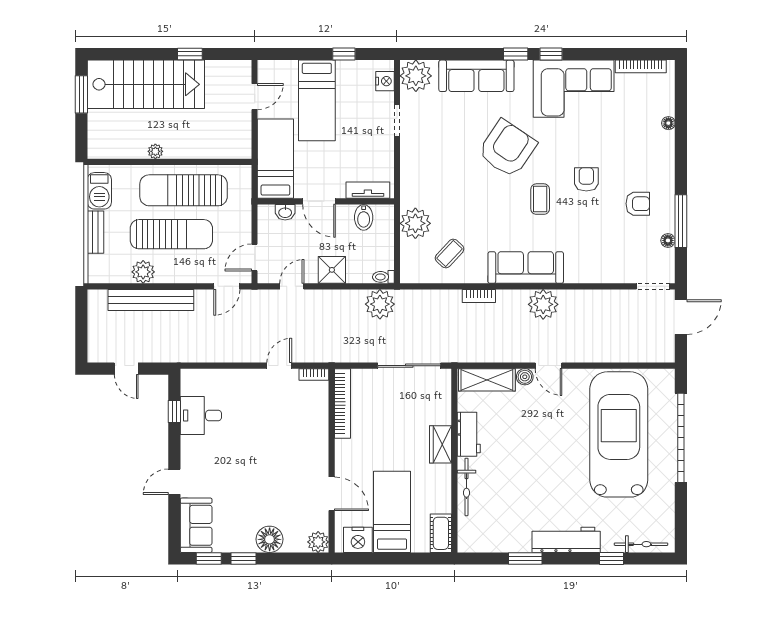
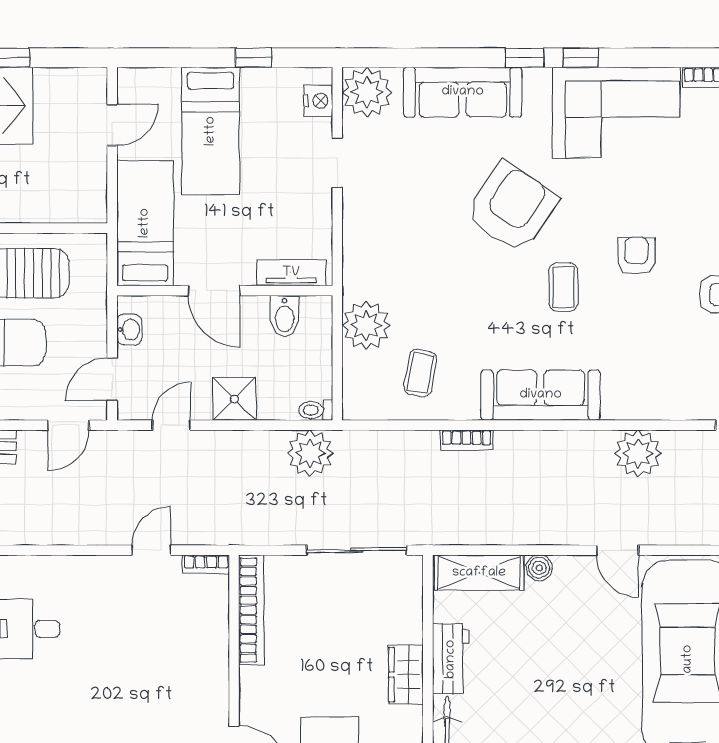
washbasin: (285, 212) -> (129, 330), moved, turned -90
coffee table: (450, 253) -> (420, 373), turned -33
plant: (543, 304) -> (638, 453), moved
door: (548, 366) -> (617, 550), moved

